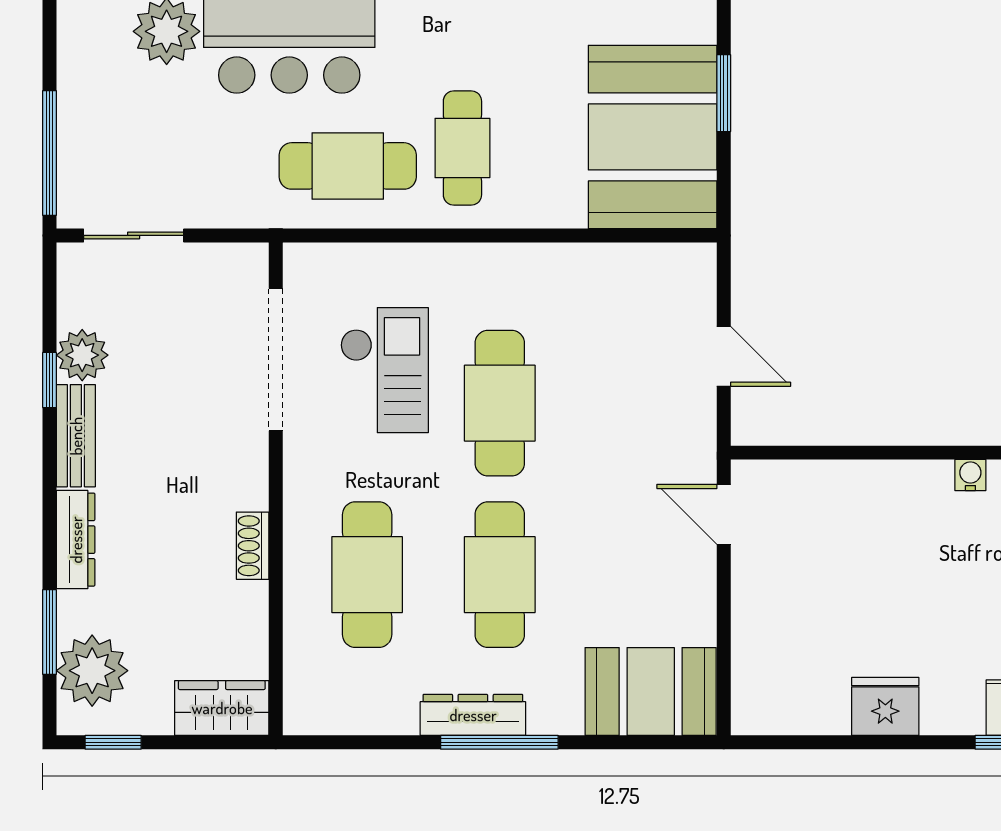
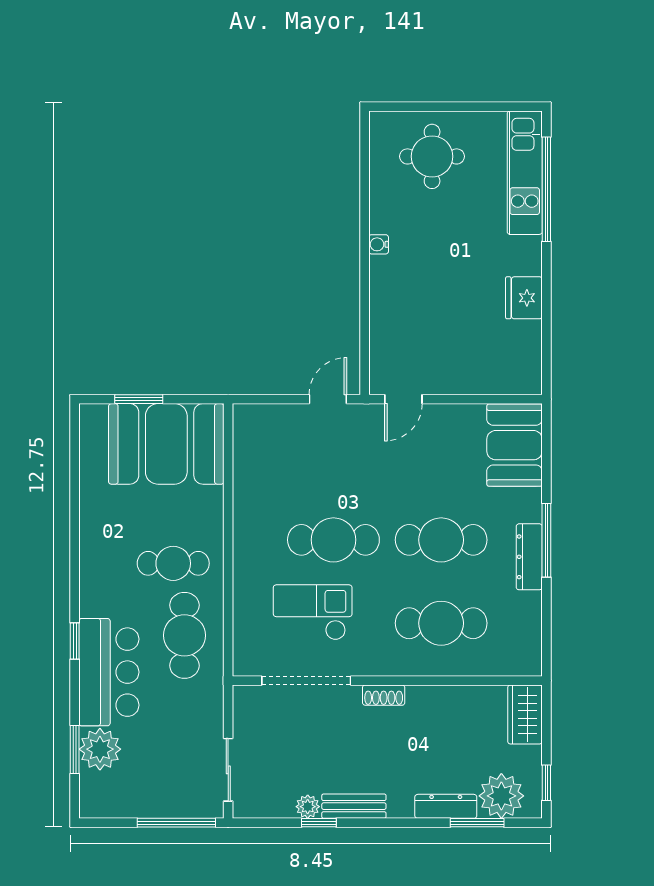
plant: (82, 355) -> (308, 807), width x0.73, depth x0.73
door: (724, 356) -> (328, 399), moved
dresser: (76, 540) -> (446, 806), moved
shoe rack: (253, 546) -> (384, 695), moved

